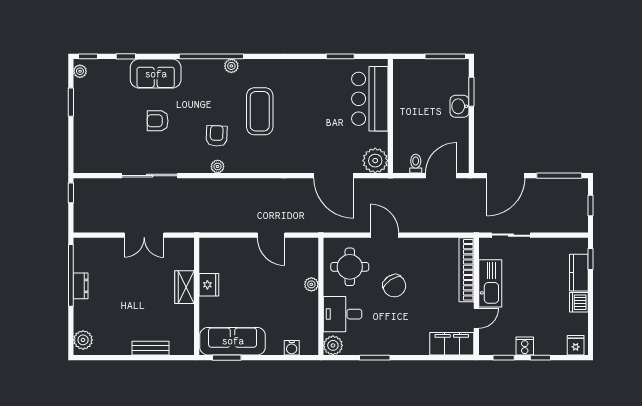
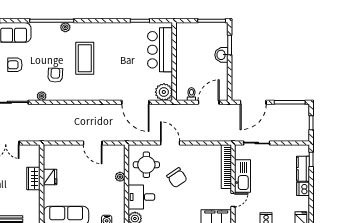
plant: (218, 166) -> (42, 96), moved

